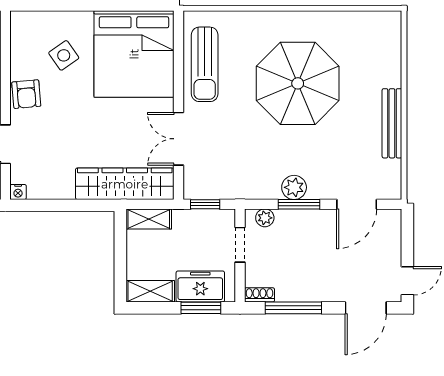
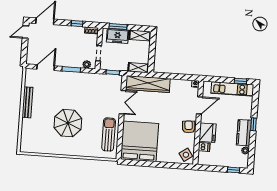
side table: (64, 55) -> (186, 155), moved
parasol: (298, 83) -> (68, 123), width x0.73, depth x0.73
plant: (294, 187) -> (73, 77), removed
window: (293, 308) -> (77, 24), width x0.46

